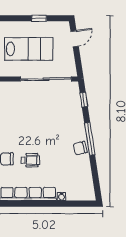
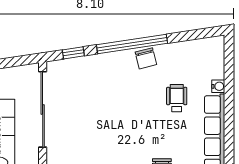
window: (90, 139) -> (132, 44), width x1.46
wheelchair: (30, 160) -> (177, 98), moved

